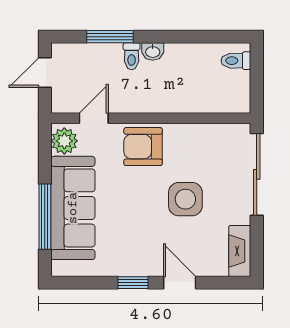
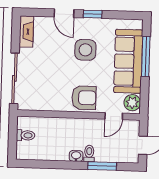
toilet: (236, 61) -> (25, 135), moved
side table: (185, 199) -> (85, 50), moved

